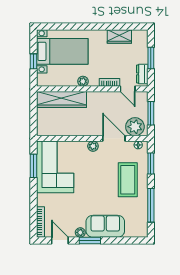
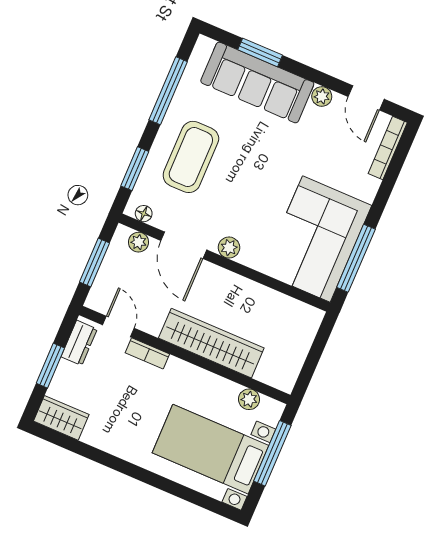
wardrobe: (119, 37) -> (61, 418), moved
window: (33, 61) -> (272, 453), width x2.17
plant: (83, 81) -> (249, 399), moved
wardrobe: (61, 99) -> (211, 343), moved
plant: (135, 127) -> (139, 242), width x0.53, depth x0.53
window: (33, 166) -> (356, 258), width x1.44
sofa: (105, 226) -> (257, 83), width x1.36
window: (90, 240) -> (260, 52), moved

